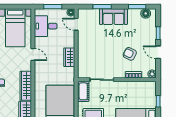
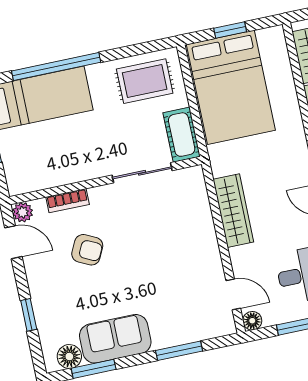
sofa: (113, 17) -> (115, 339), moved
door: (158, 52) -> (13, 242), moved
wardrobe: (69, 57) -> (233, 211), width x1.50

